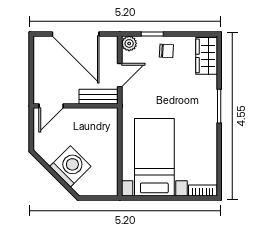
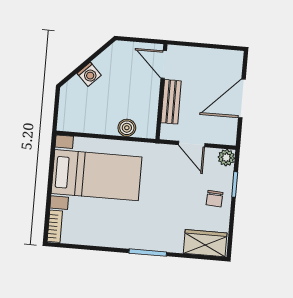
door: (76, 34) -> (242, 98), width x0.73
bench: (98, 97) -> (171, 102), moved
boiler: (110, 134) -> (127, 128), added
washing machine: (70, 166) -> (89, 74), width x0.53, depth x0.53

